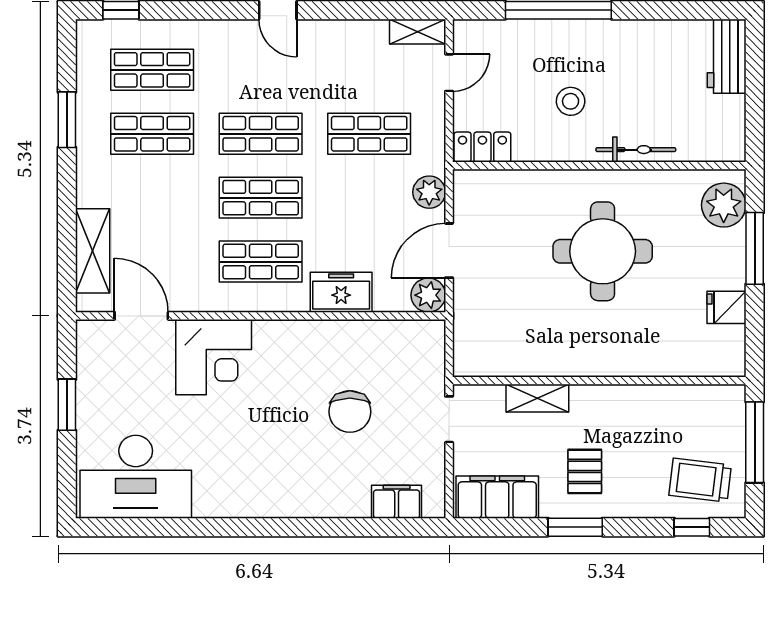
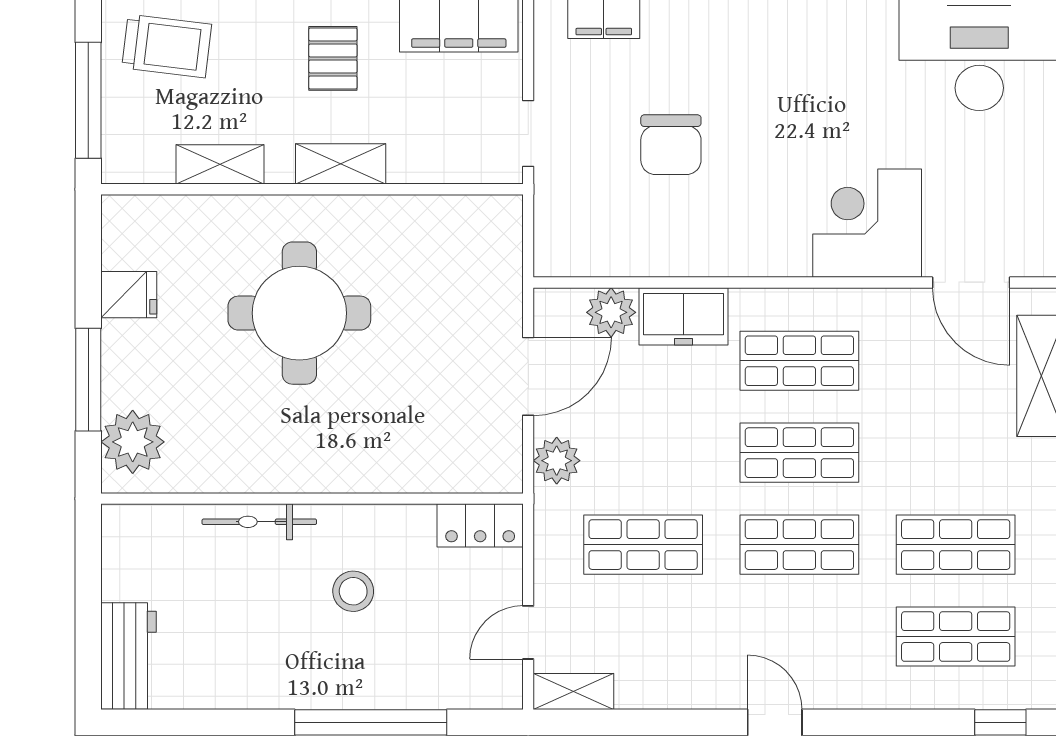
round table: (603, 251) -> (299, 313), moved
plant: (428, 295) -> (611, 312), moved
shelving: (537, 398) -> (341, 164), moved
shelving: (663, 398) -> (220, 164), added
chair: (350, 412) -> (671, 145), turned 180

